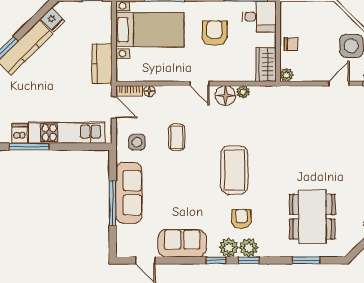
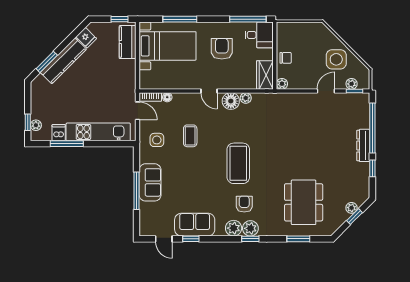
kitchen counter: (102, 64) -> (128, 42), moved
sofa: (129, 193) -> (150, 182), width x0.73
window: (216, 260) -> (191, 239), moved

